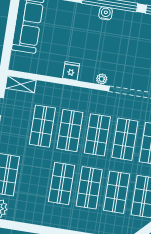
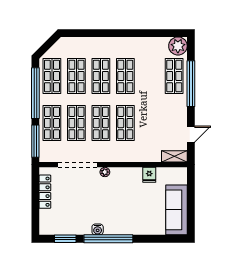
water cooler: (106, 13) -> (98, 229), moved
fridge: (71, 71) -> (149, 175), moved
shop shelf: (42, 126) -> (150, 123), removed

